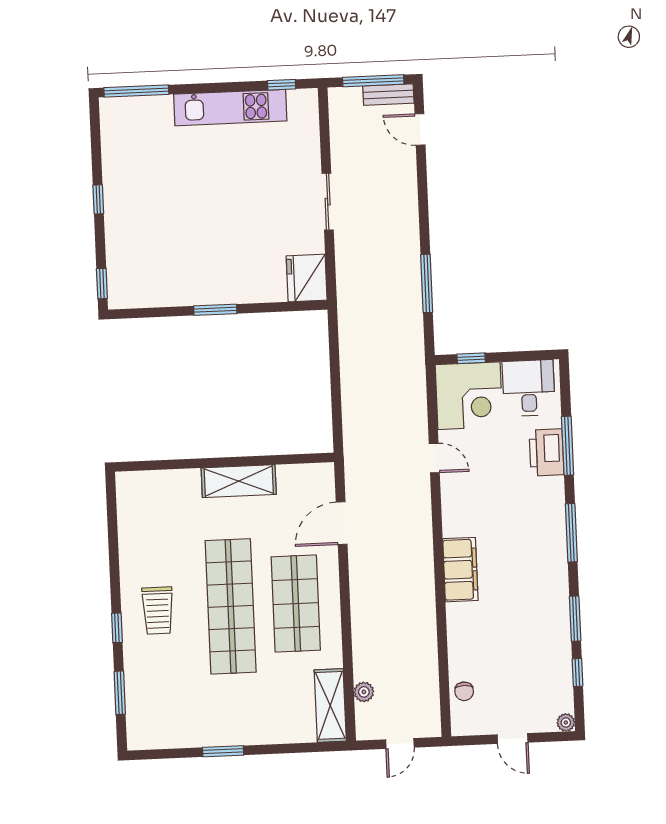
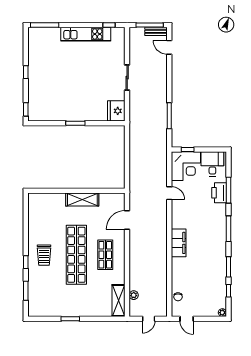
shop shelf: (296, 604) -> (105, 255), width x0.70, depth x0.74
door: (513, 739) -> (187, 319), moved

